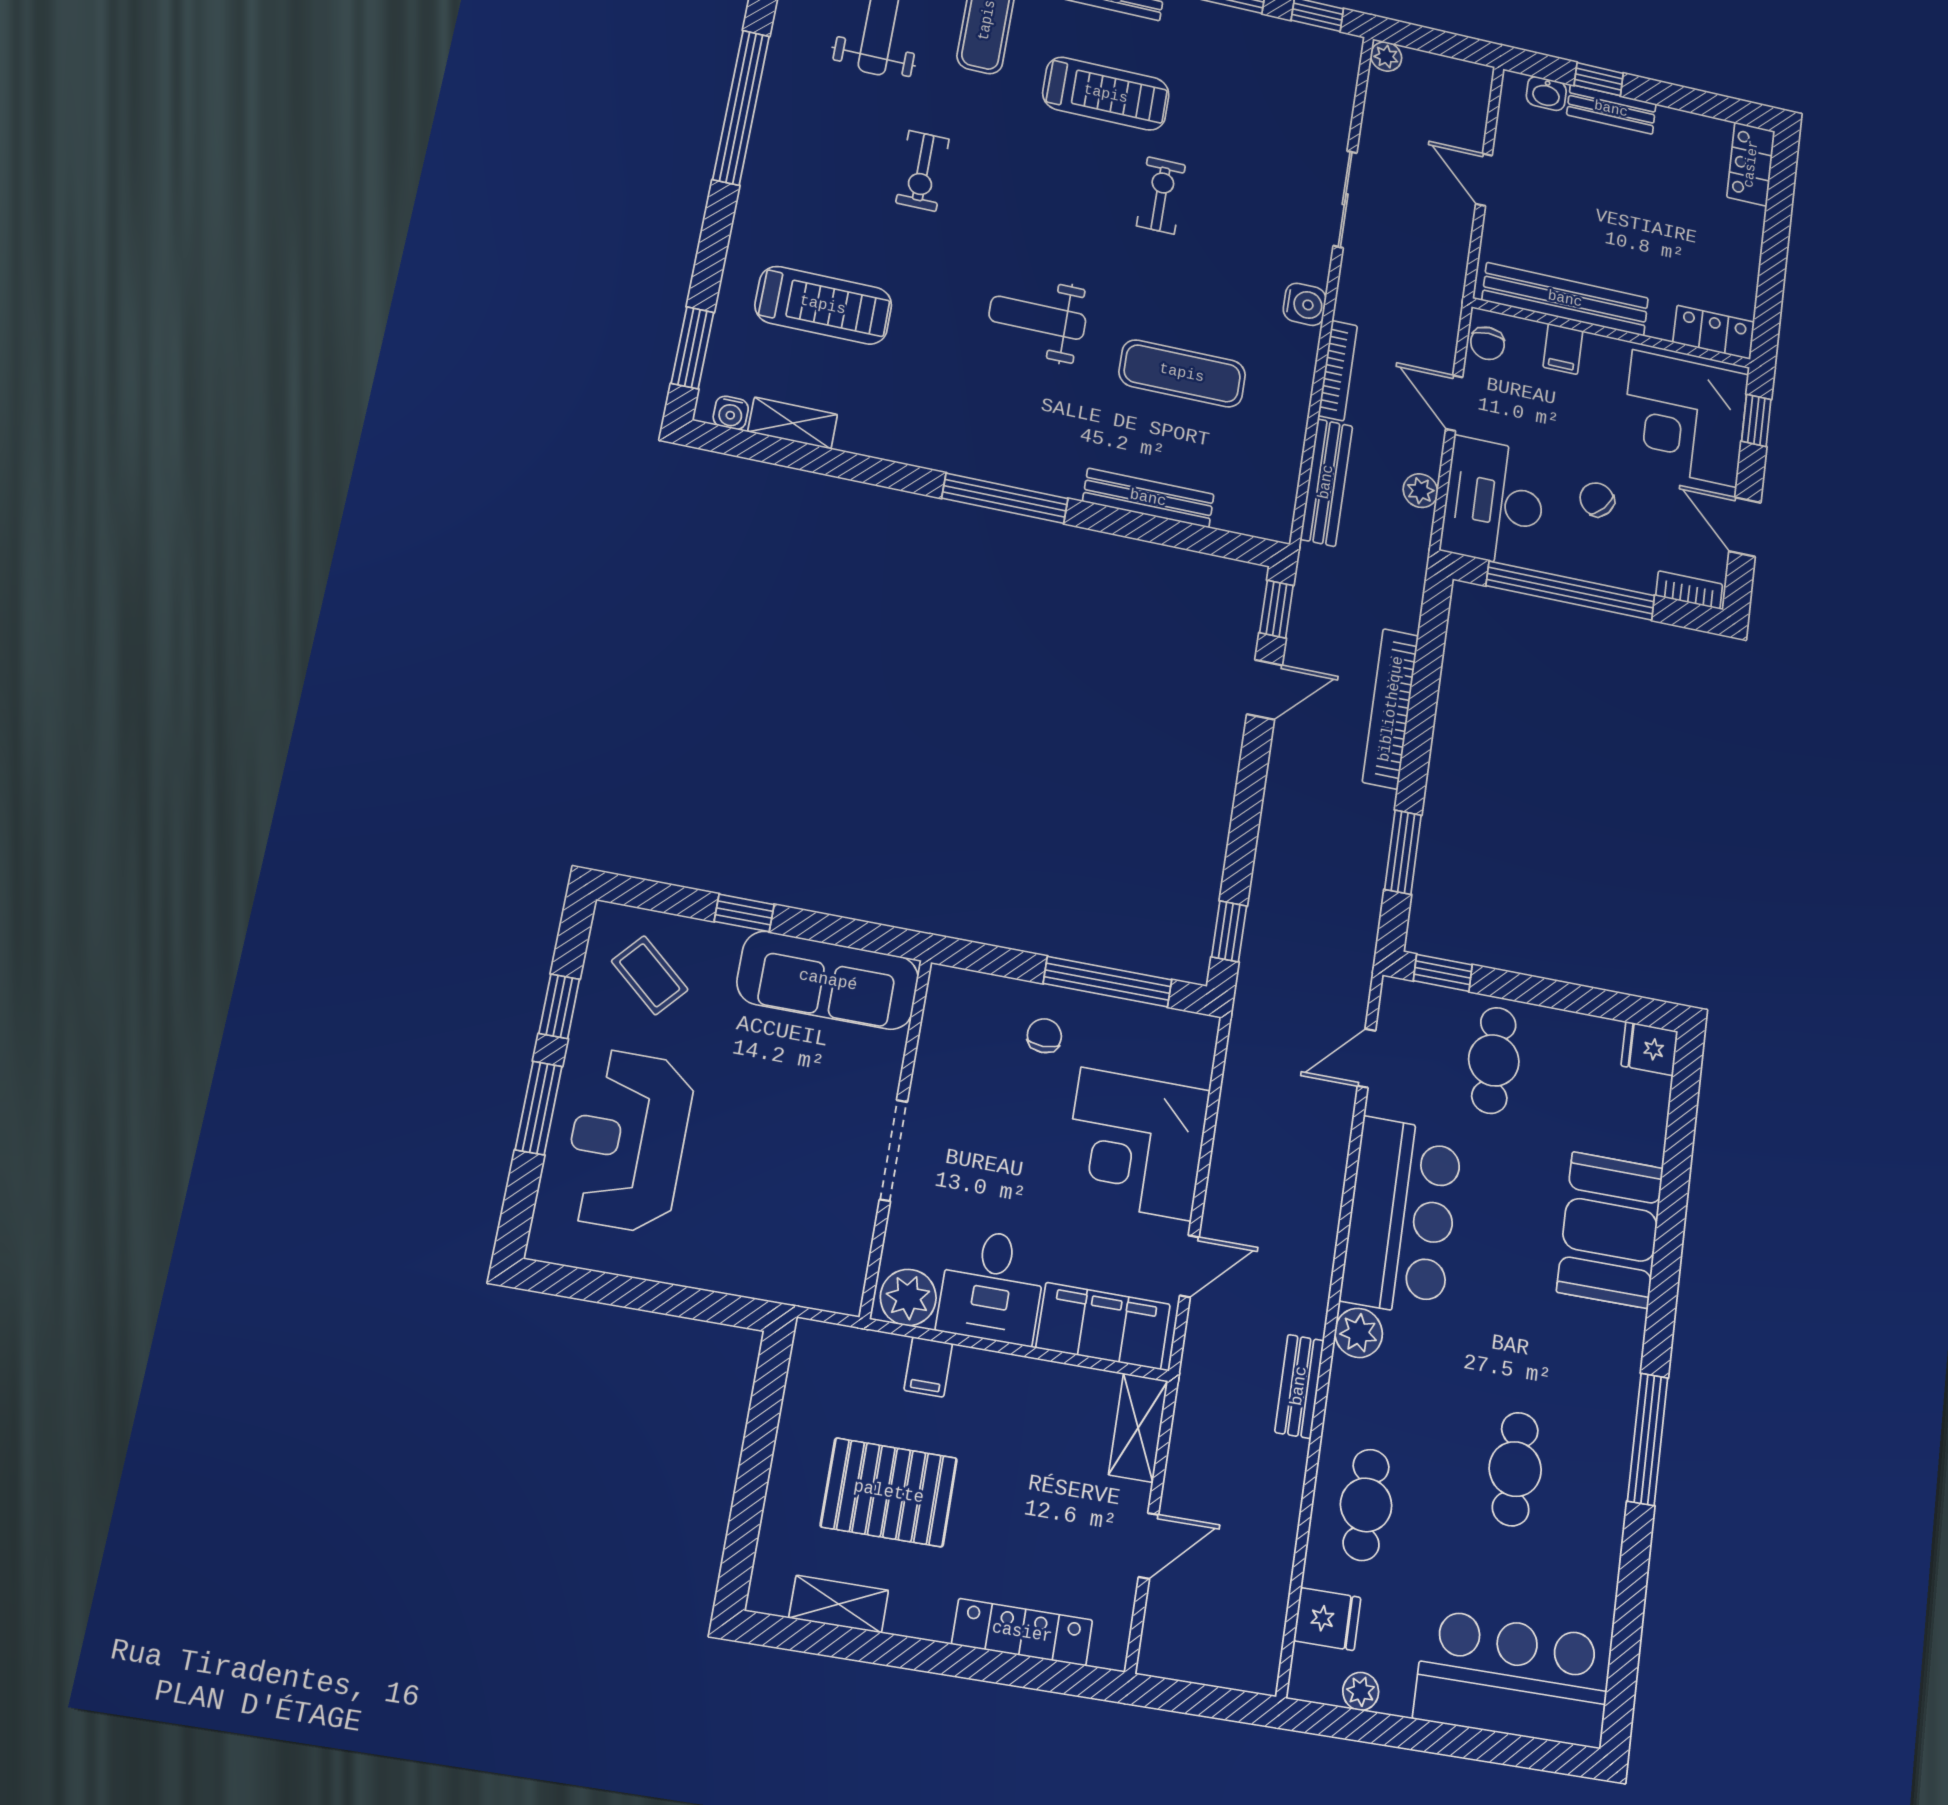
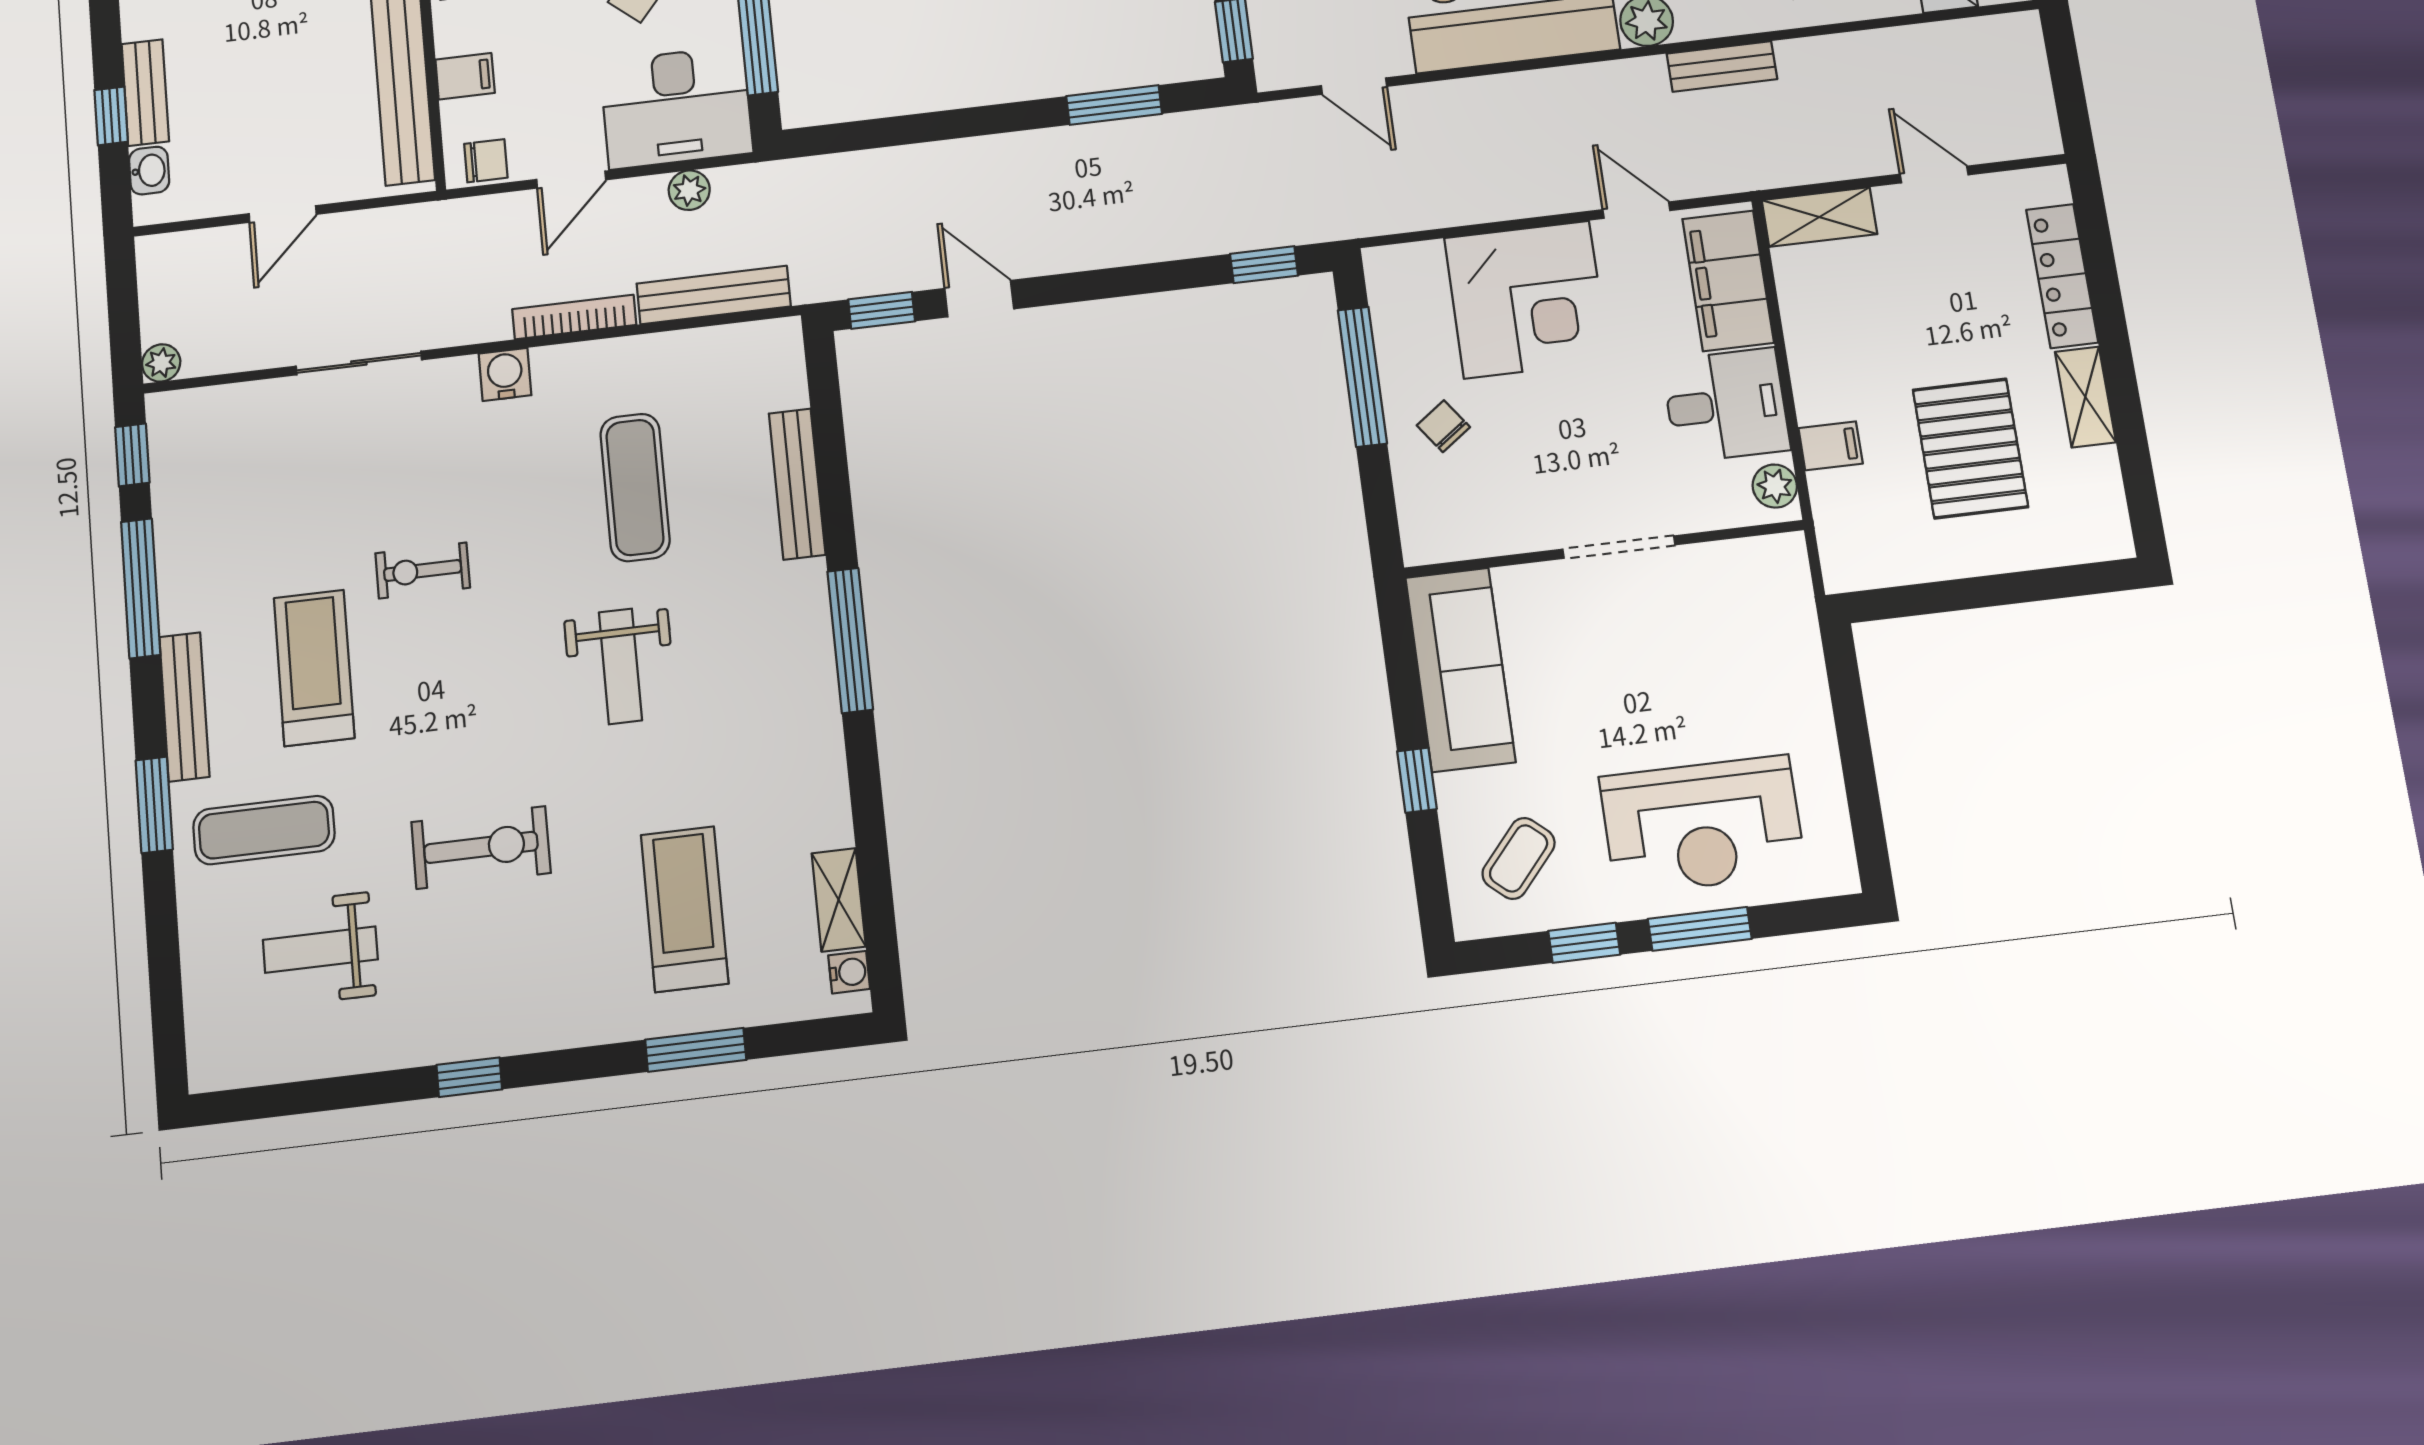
window: (741, 108) -> (469, 1077), width x0.32
exercise bike: (922, 171) -> (481, 847), width x1.38, depth x1.39
window: (692, 348) -> (696, 1050), moved
bookcase: (1391, 709) -> (956, 159), removed
chair: (1044, 1036) -> (1443, 426), turned 54
plant: (908, 1297) -> (1775, 486), width x0.73, depth x0.73
shelving: (839, 1604) -> (2085, 397), moved

